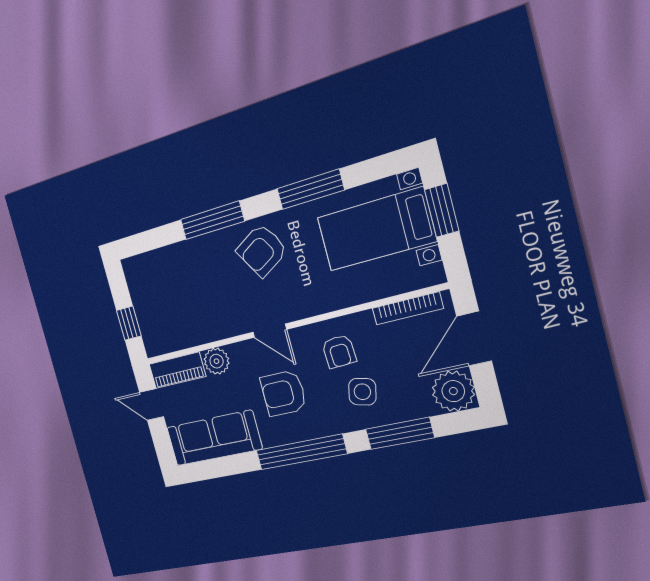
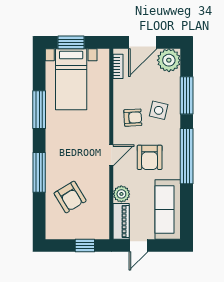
armchair: (262, 250) -> (70, 197), moved
bookcase: (408, 308) -> (118, 66), width x0.64
door: (474, 339) -> (143, 42), hinge flipped

